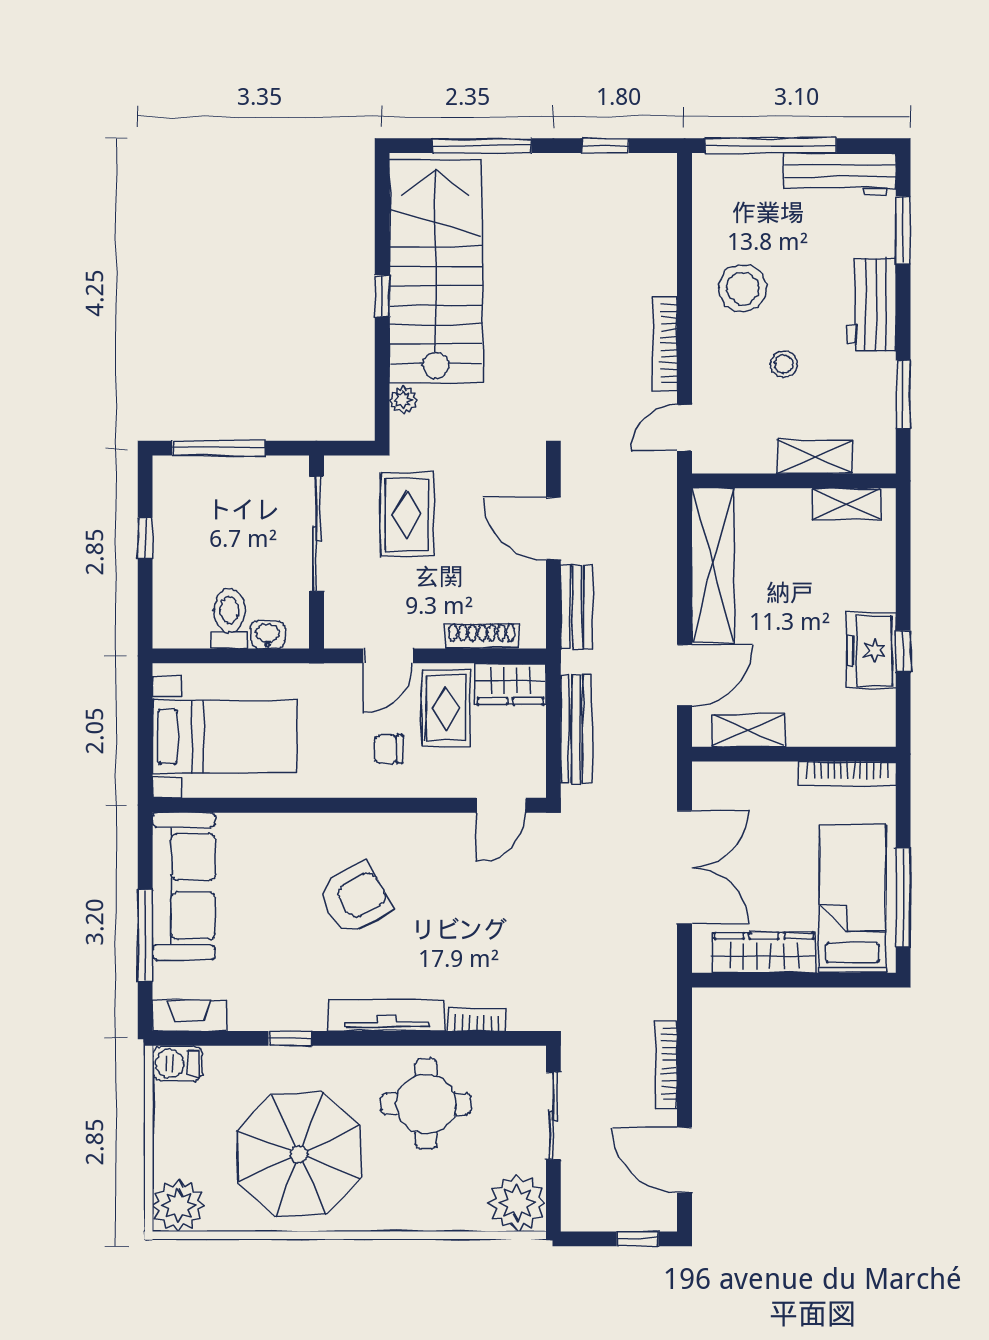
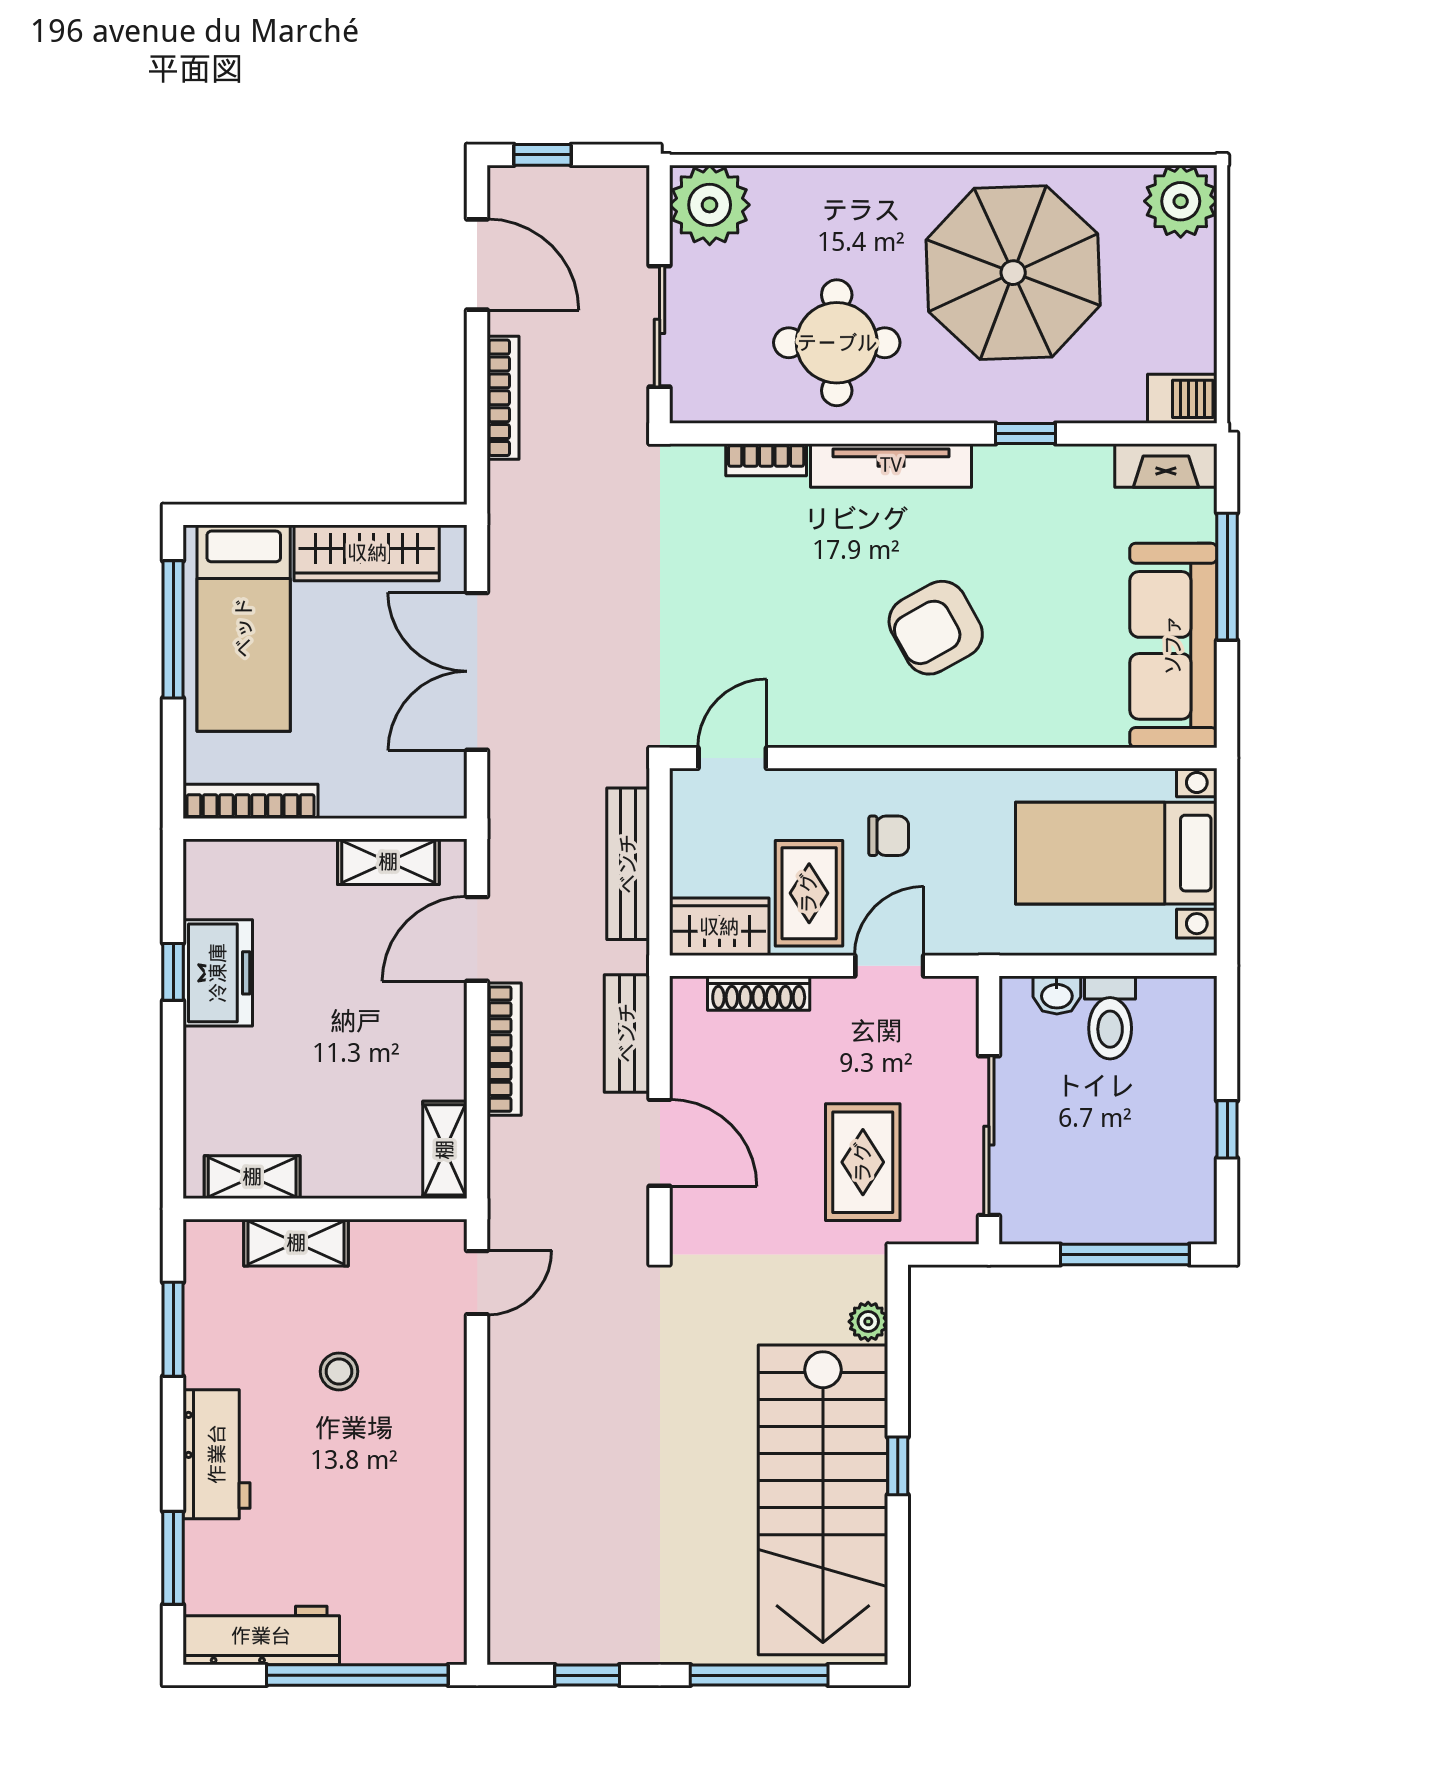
stool: (743, 288) -> (396, 1477), removed
bookcase: (665, 344) -> (504, 1049), moved
shelving: (713, 565) -> (445, 1150), width x0.45, depth x0.75

